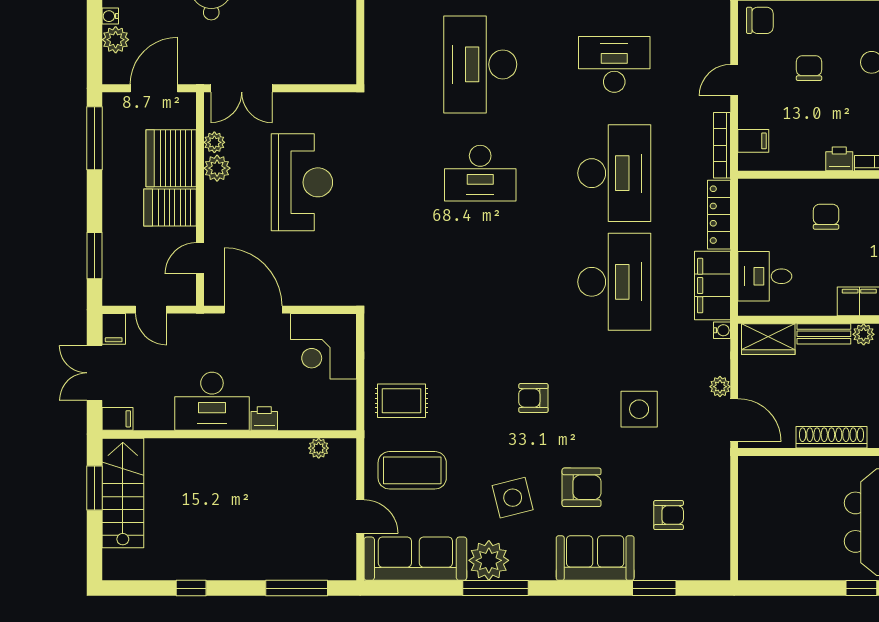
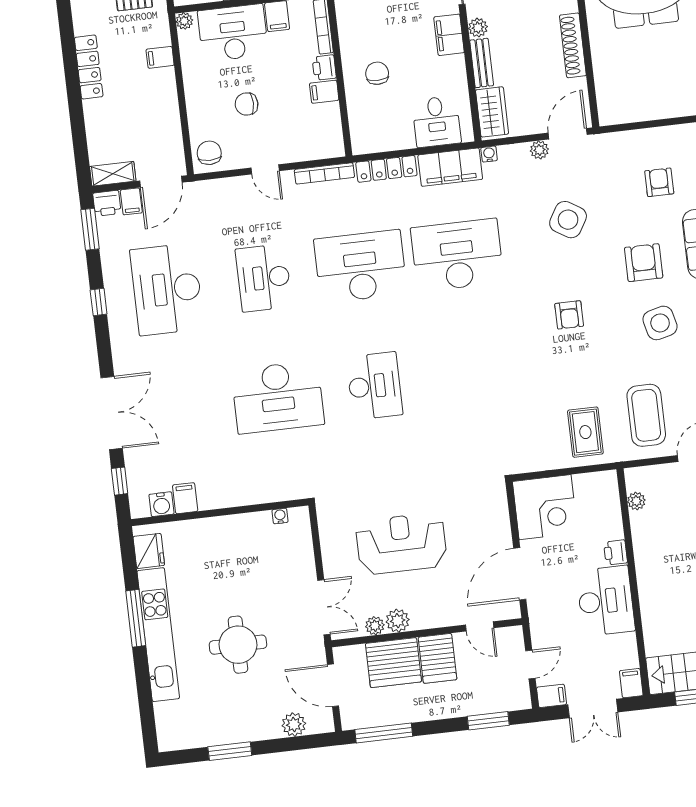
water cooler: (110, 16) -> (280, 516), moved, turned 180
filing cabinet: (753, 141) -> (324, 92), moved, turned -90
chair: (826, 217) -> (377, 73), turned 90
side table: (639, 409) -> (568, 220), turned 31

